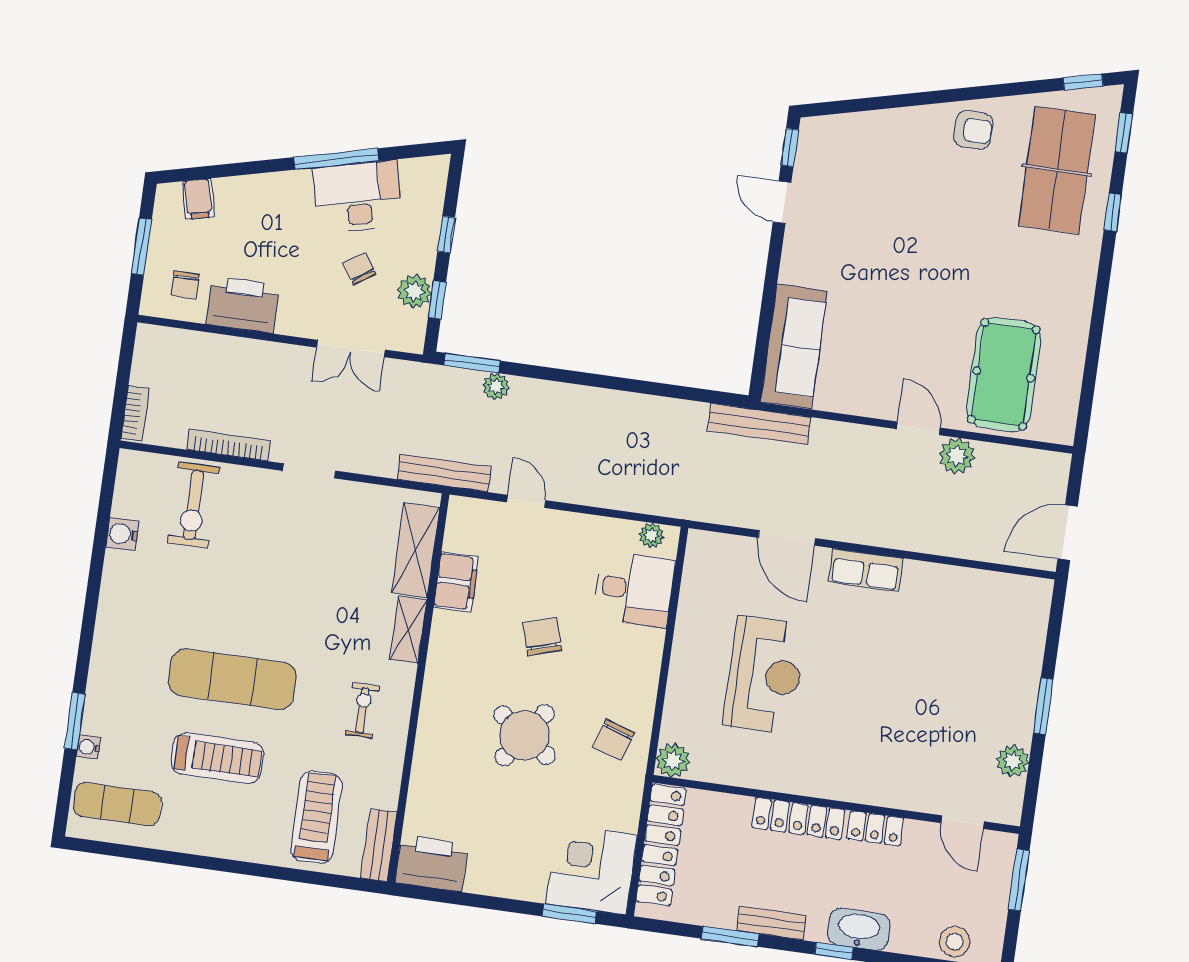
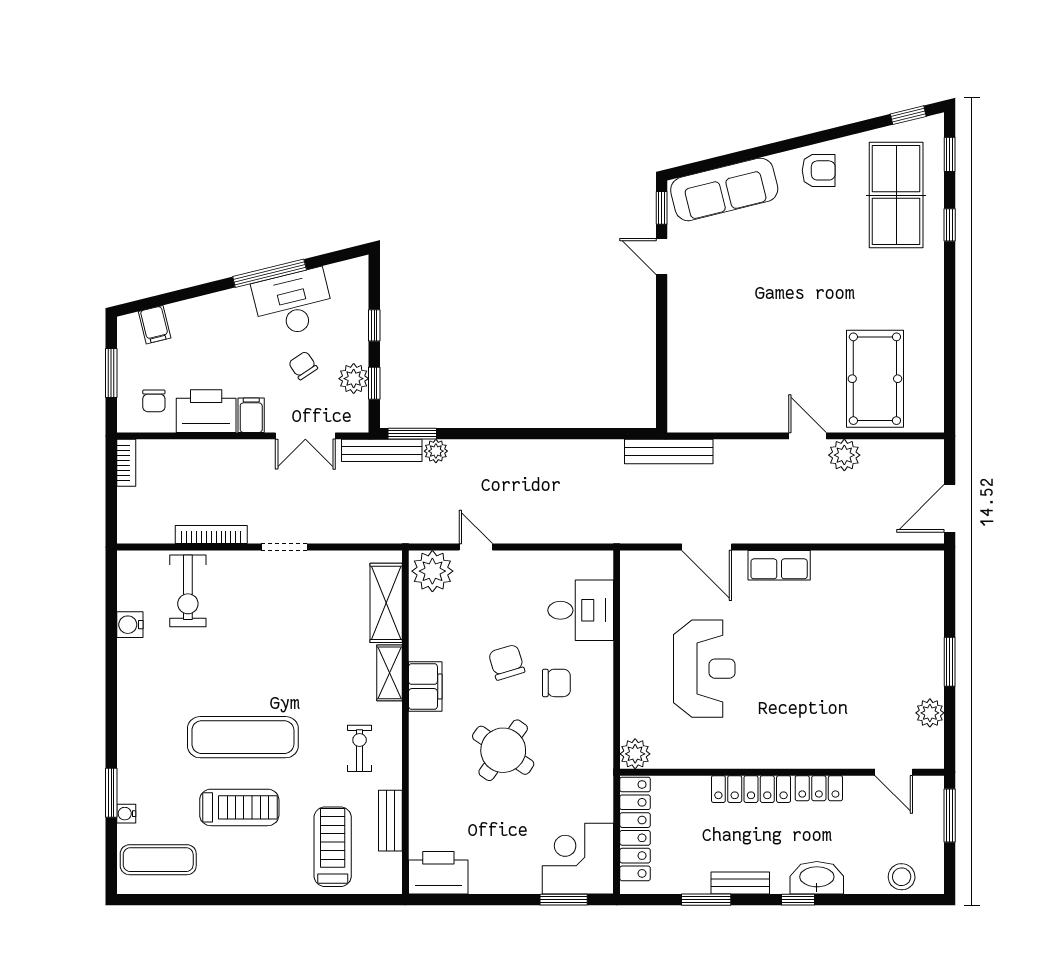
filing cabinet: (293, 317) -> (251, 415), added
sofa: (794, 347) -> (724, 189), moved, turned 76
bookcase: (135, 413) -> (126, 463), moved
bench: (445, 473) -> (382, 450), moved
plant: (651, 536) -> (432, 571), moved, width x1.88, depth x1.88
filing cabinet: (456, 582) -> (425, 686), moved
chair: (613, 740) -> (556, 683), moved, turned -108
bench: (379, 845) -> (390, 821), moved

